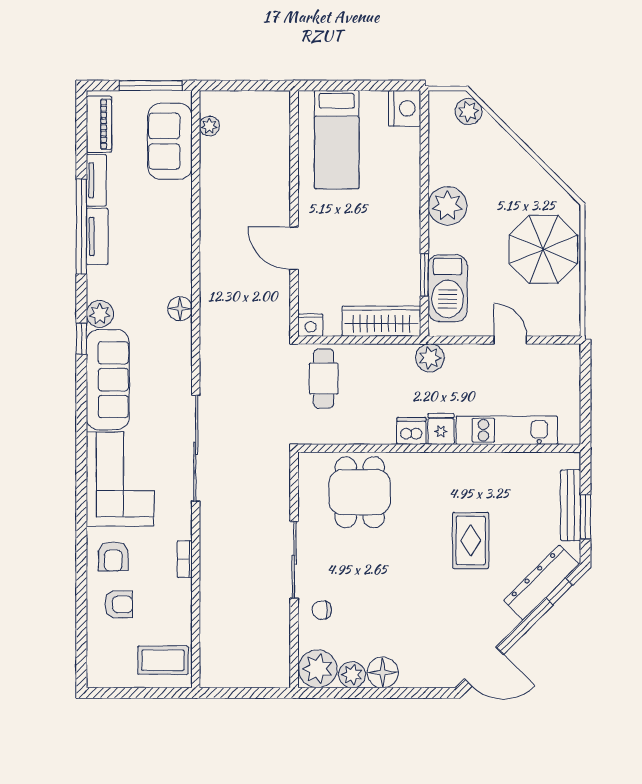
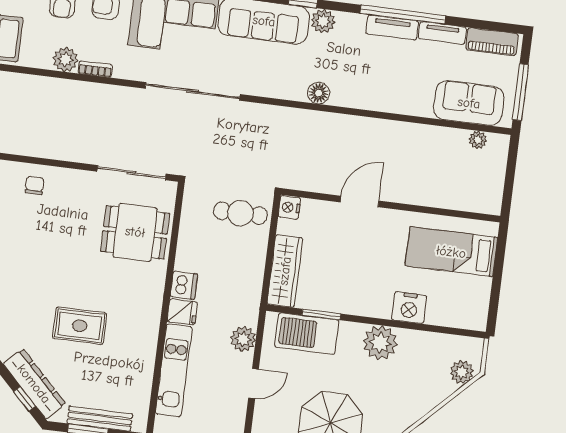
nightstand: (405, 108) -> (409, 308), moved
plant: (430, 358) -> (243, 339), moved
sliding door: (294, 560) -> (132, 173), moved
plant: (178, 593) -> (65, 59), added

